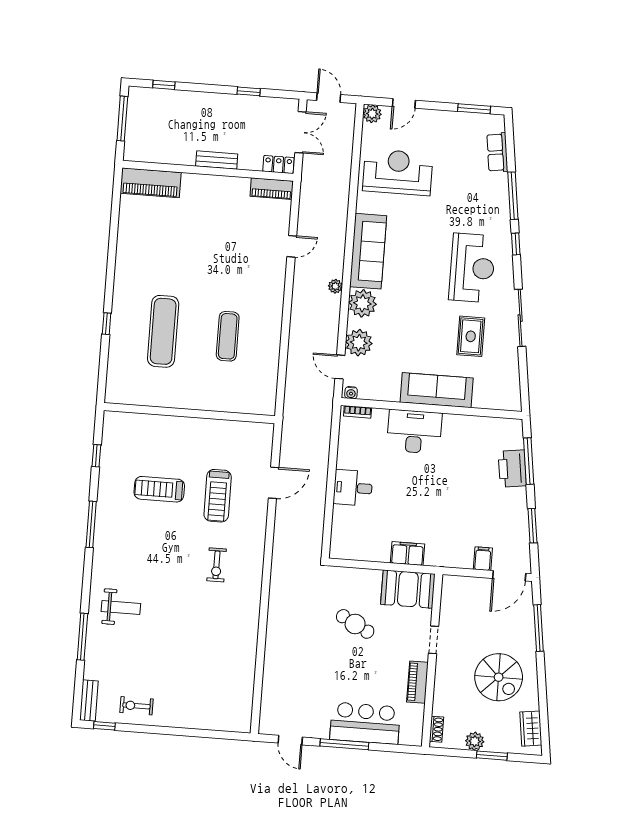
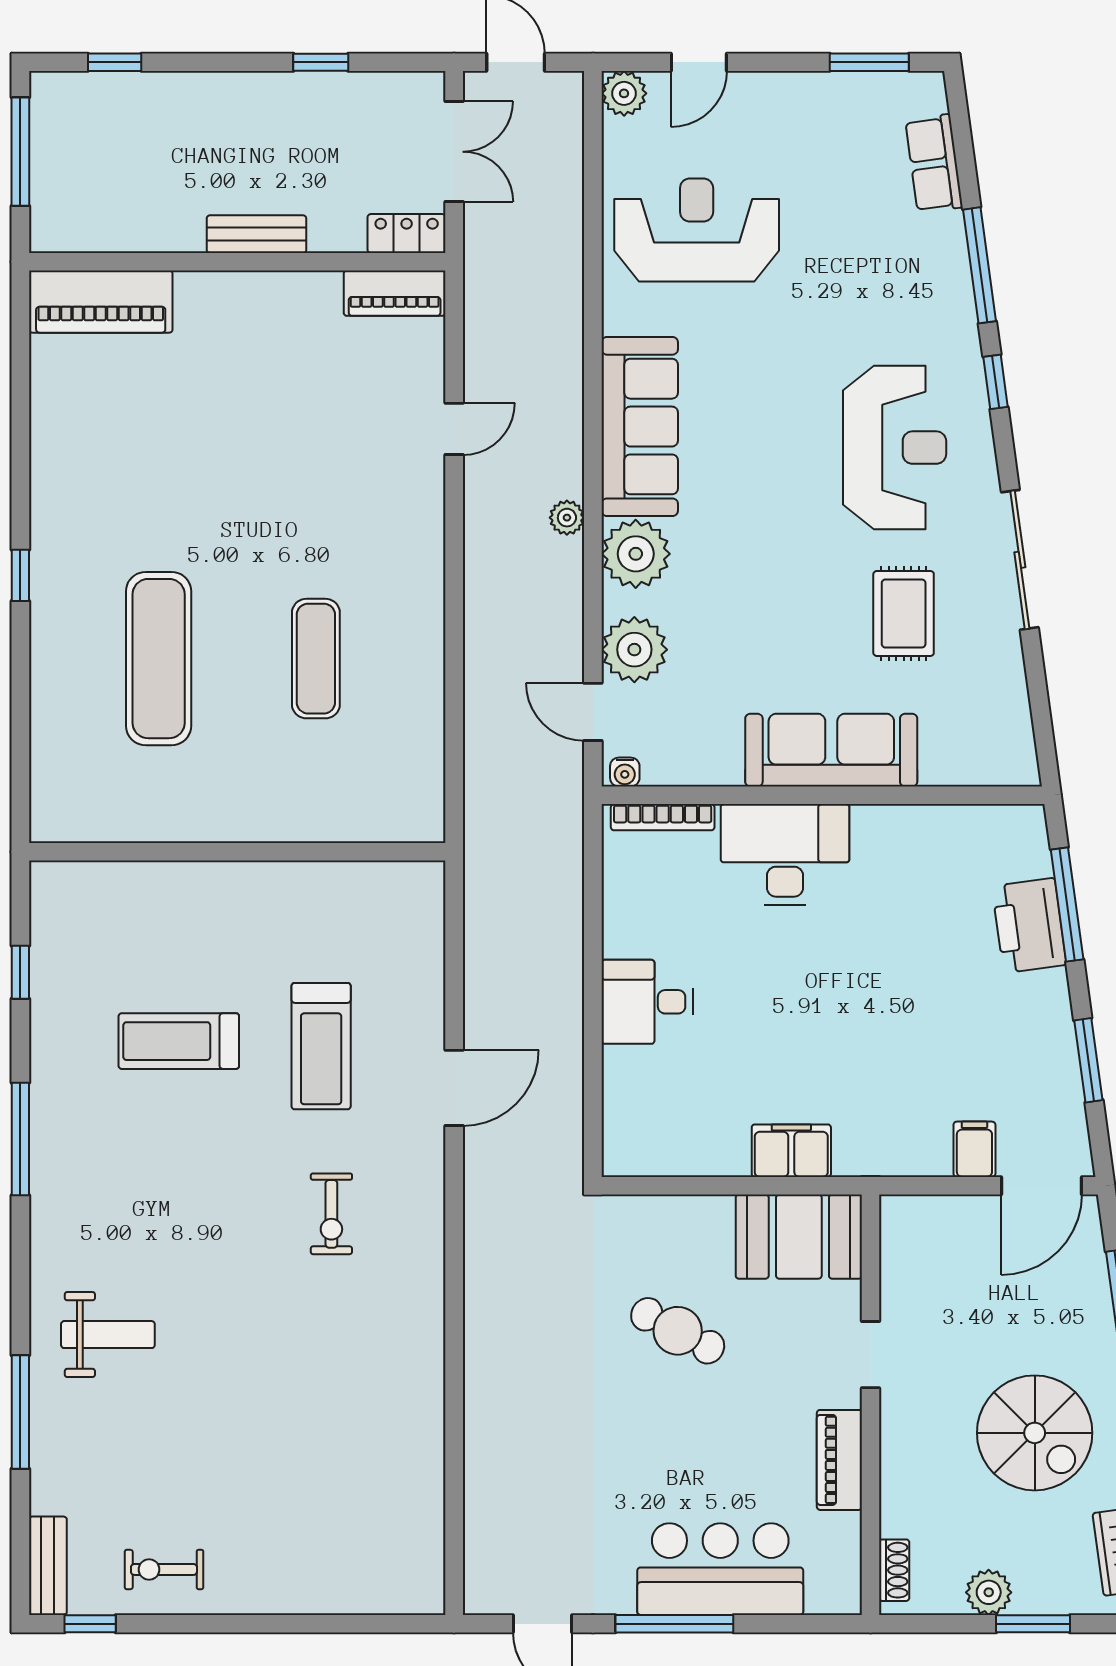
window: (107, 324) -> (20, 575), moved
bookcase: (358, 412) -> (663, 817), width x1.56
door: (274, 483) -> (454, 1088), moved

